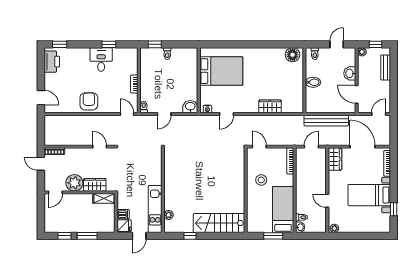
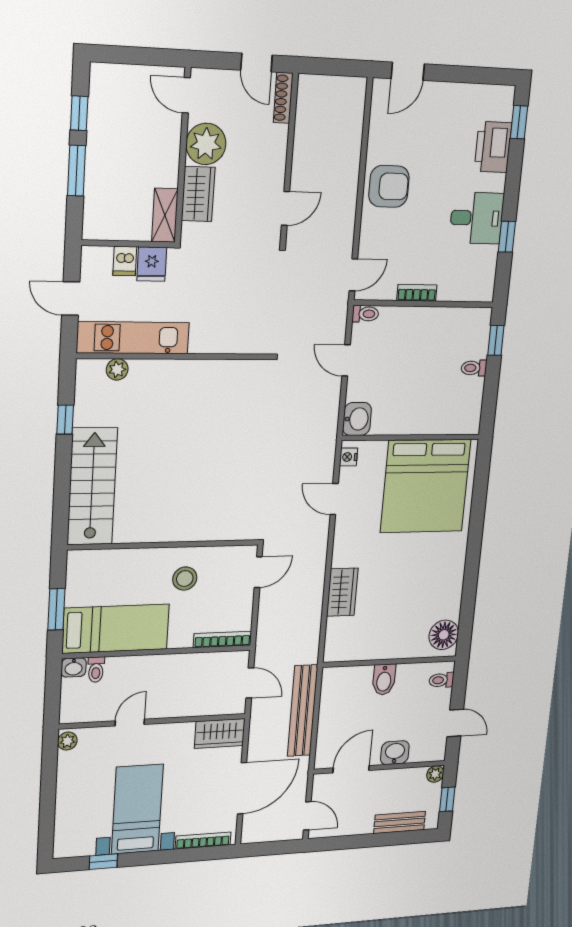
printer: (52, 62) -> (493, 147), moved, turned 90
bed: (221, 71) -> (426, 486), width x1.36
door: (41, 164) -> (257, 63), swing flipped
fridge: (124, 226) -> (152, 264), moved

